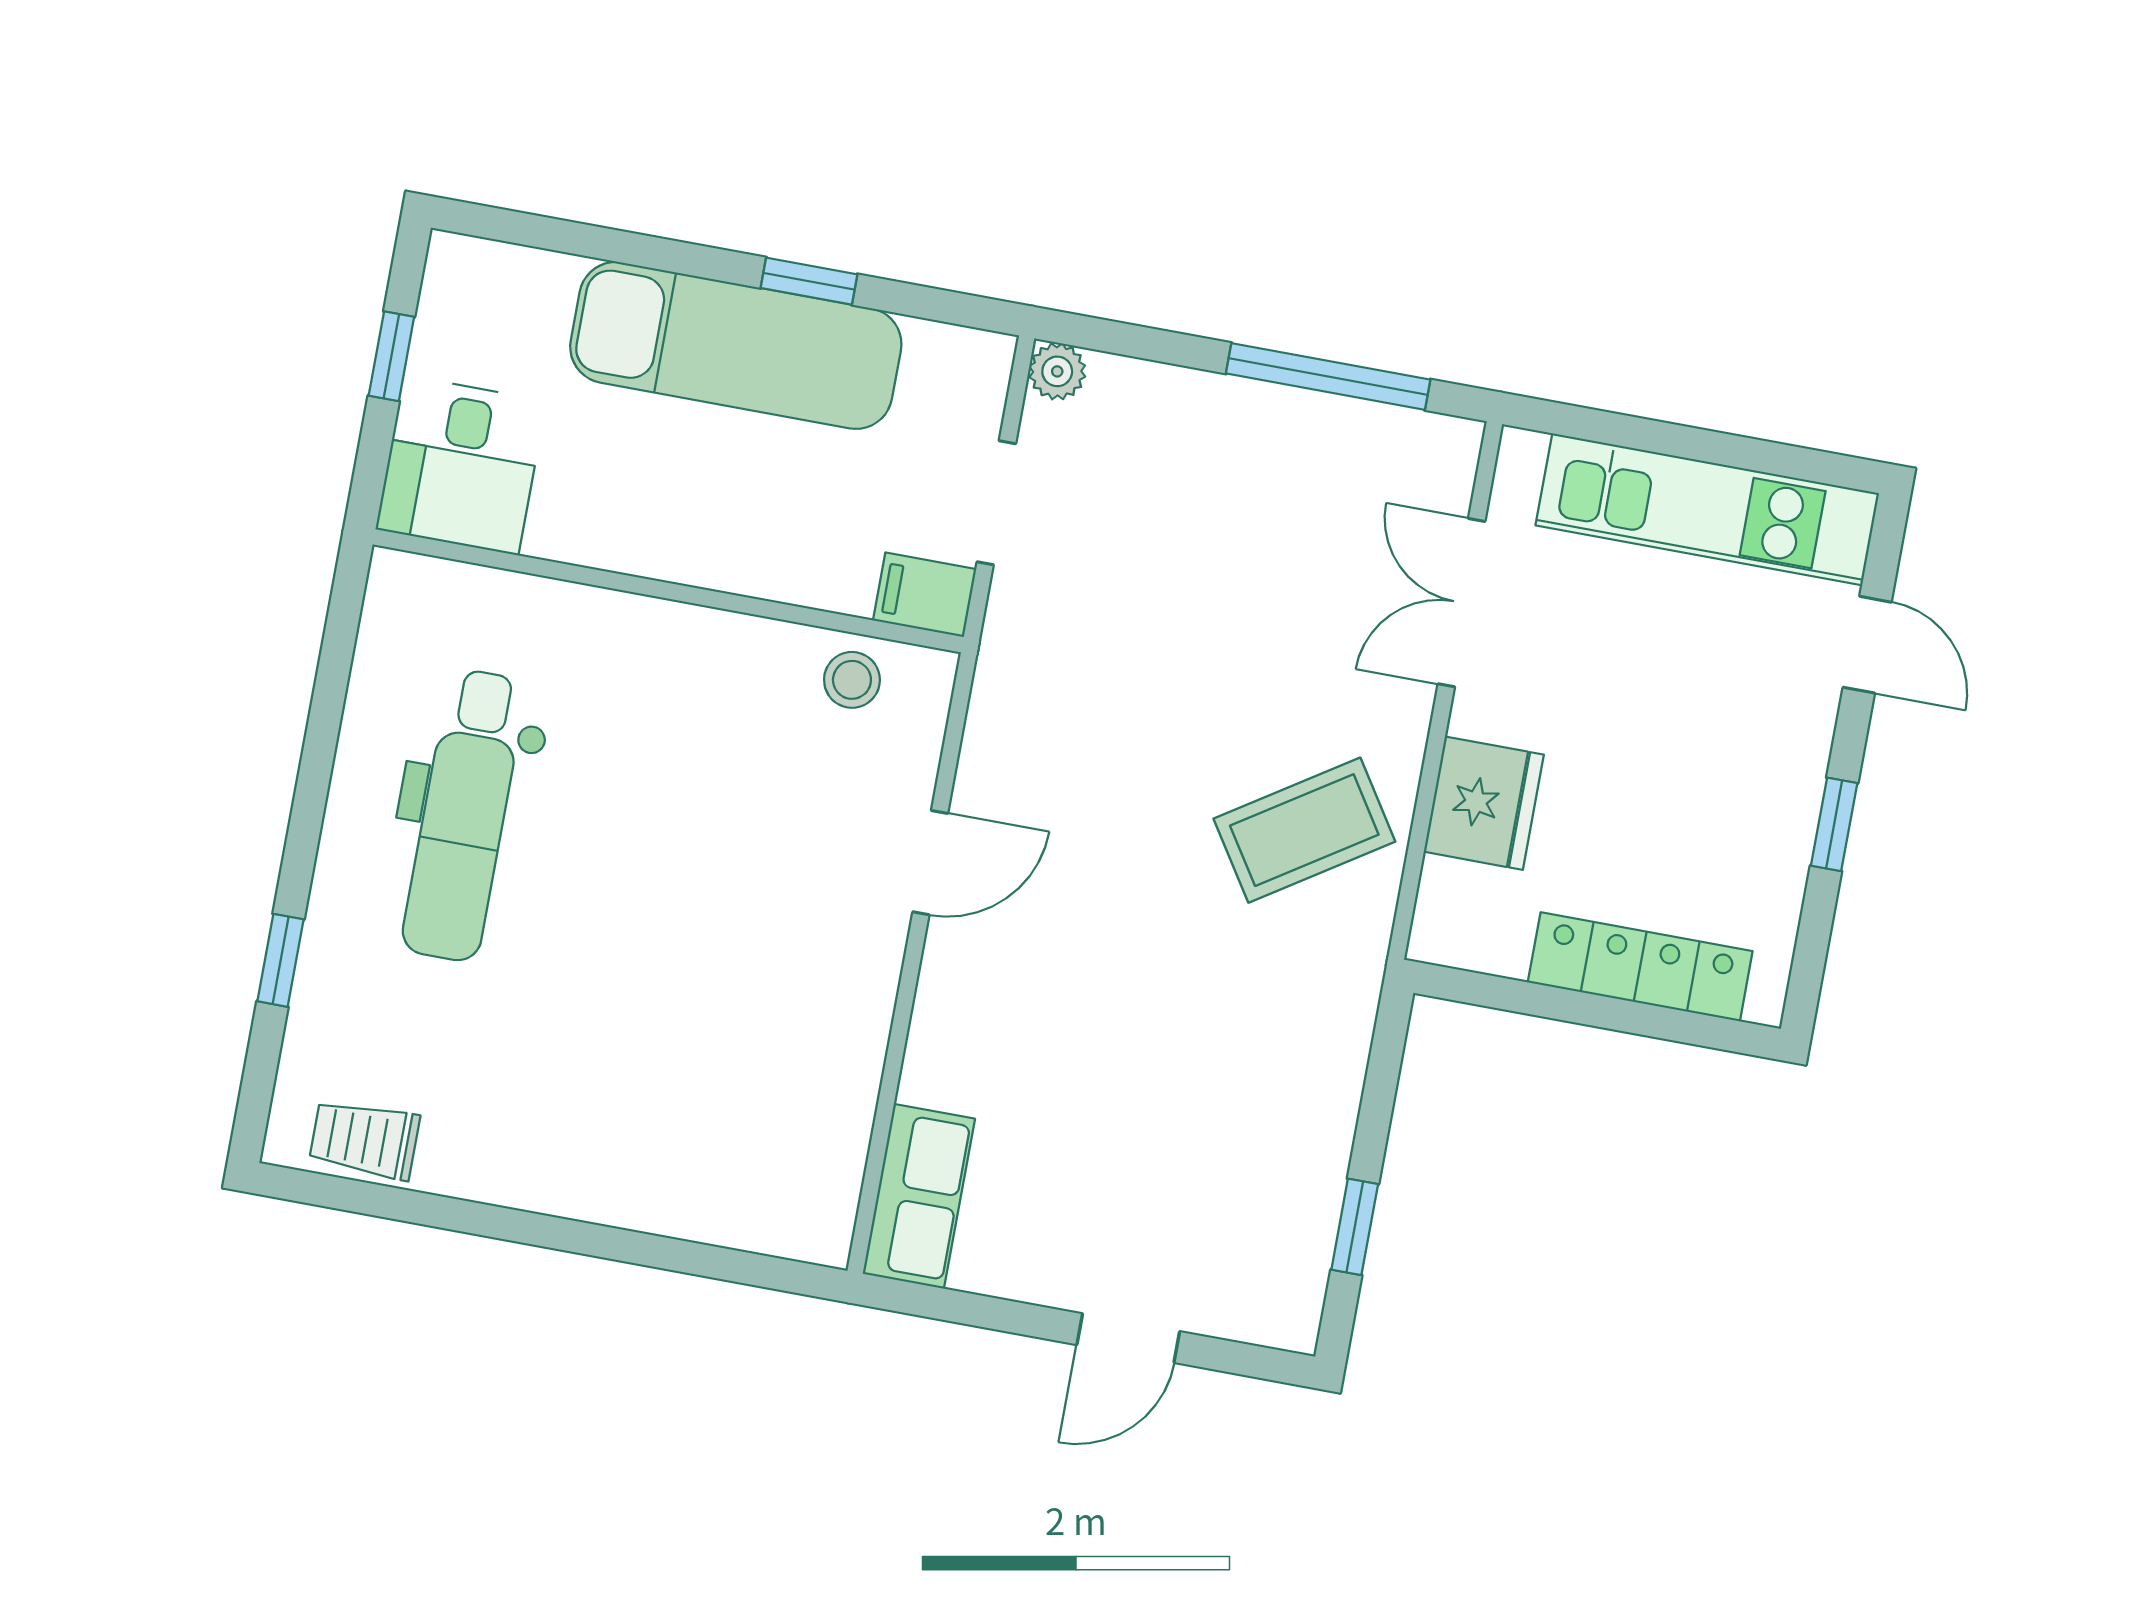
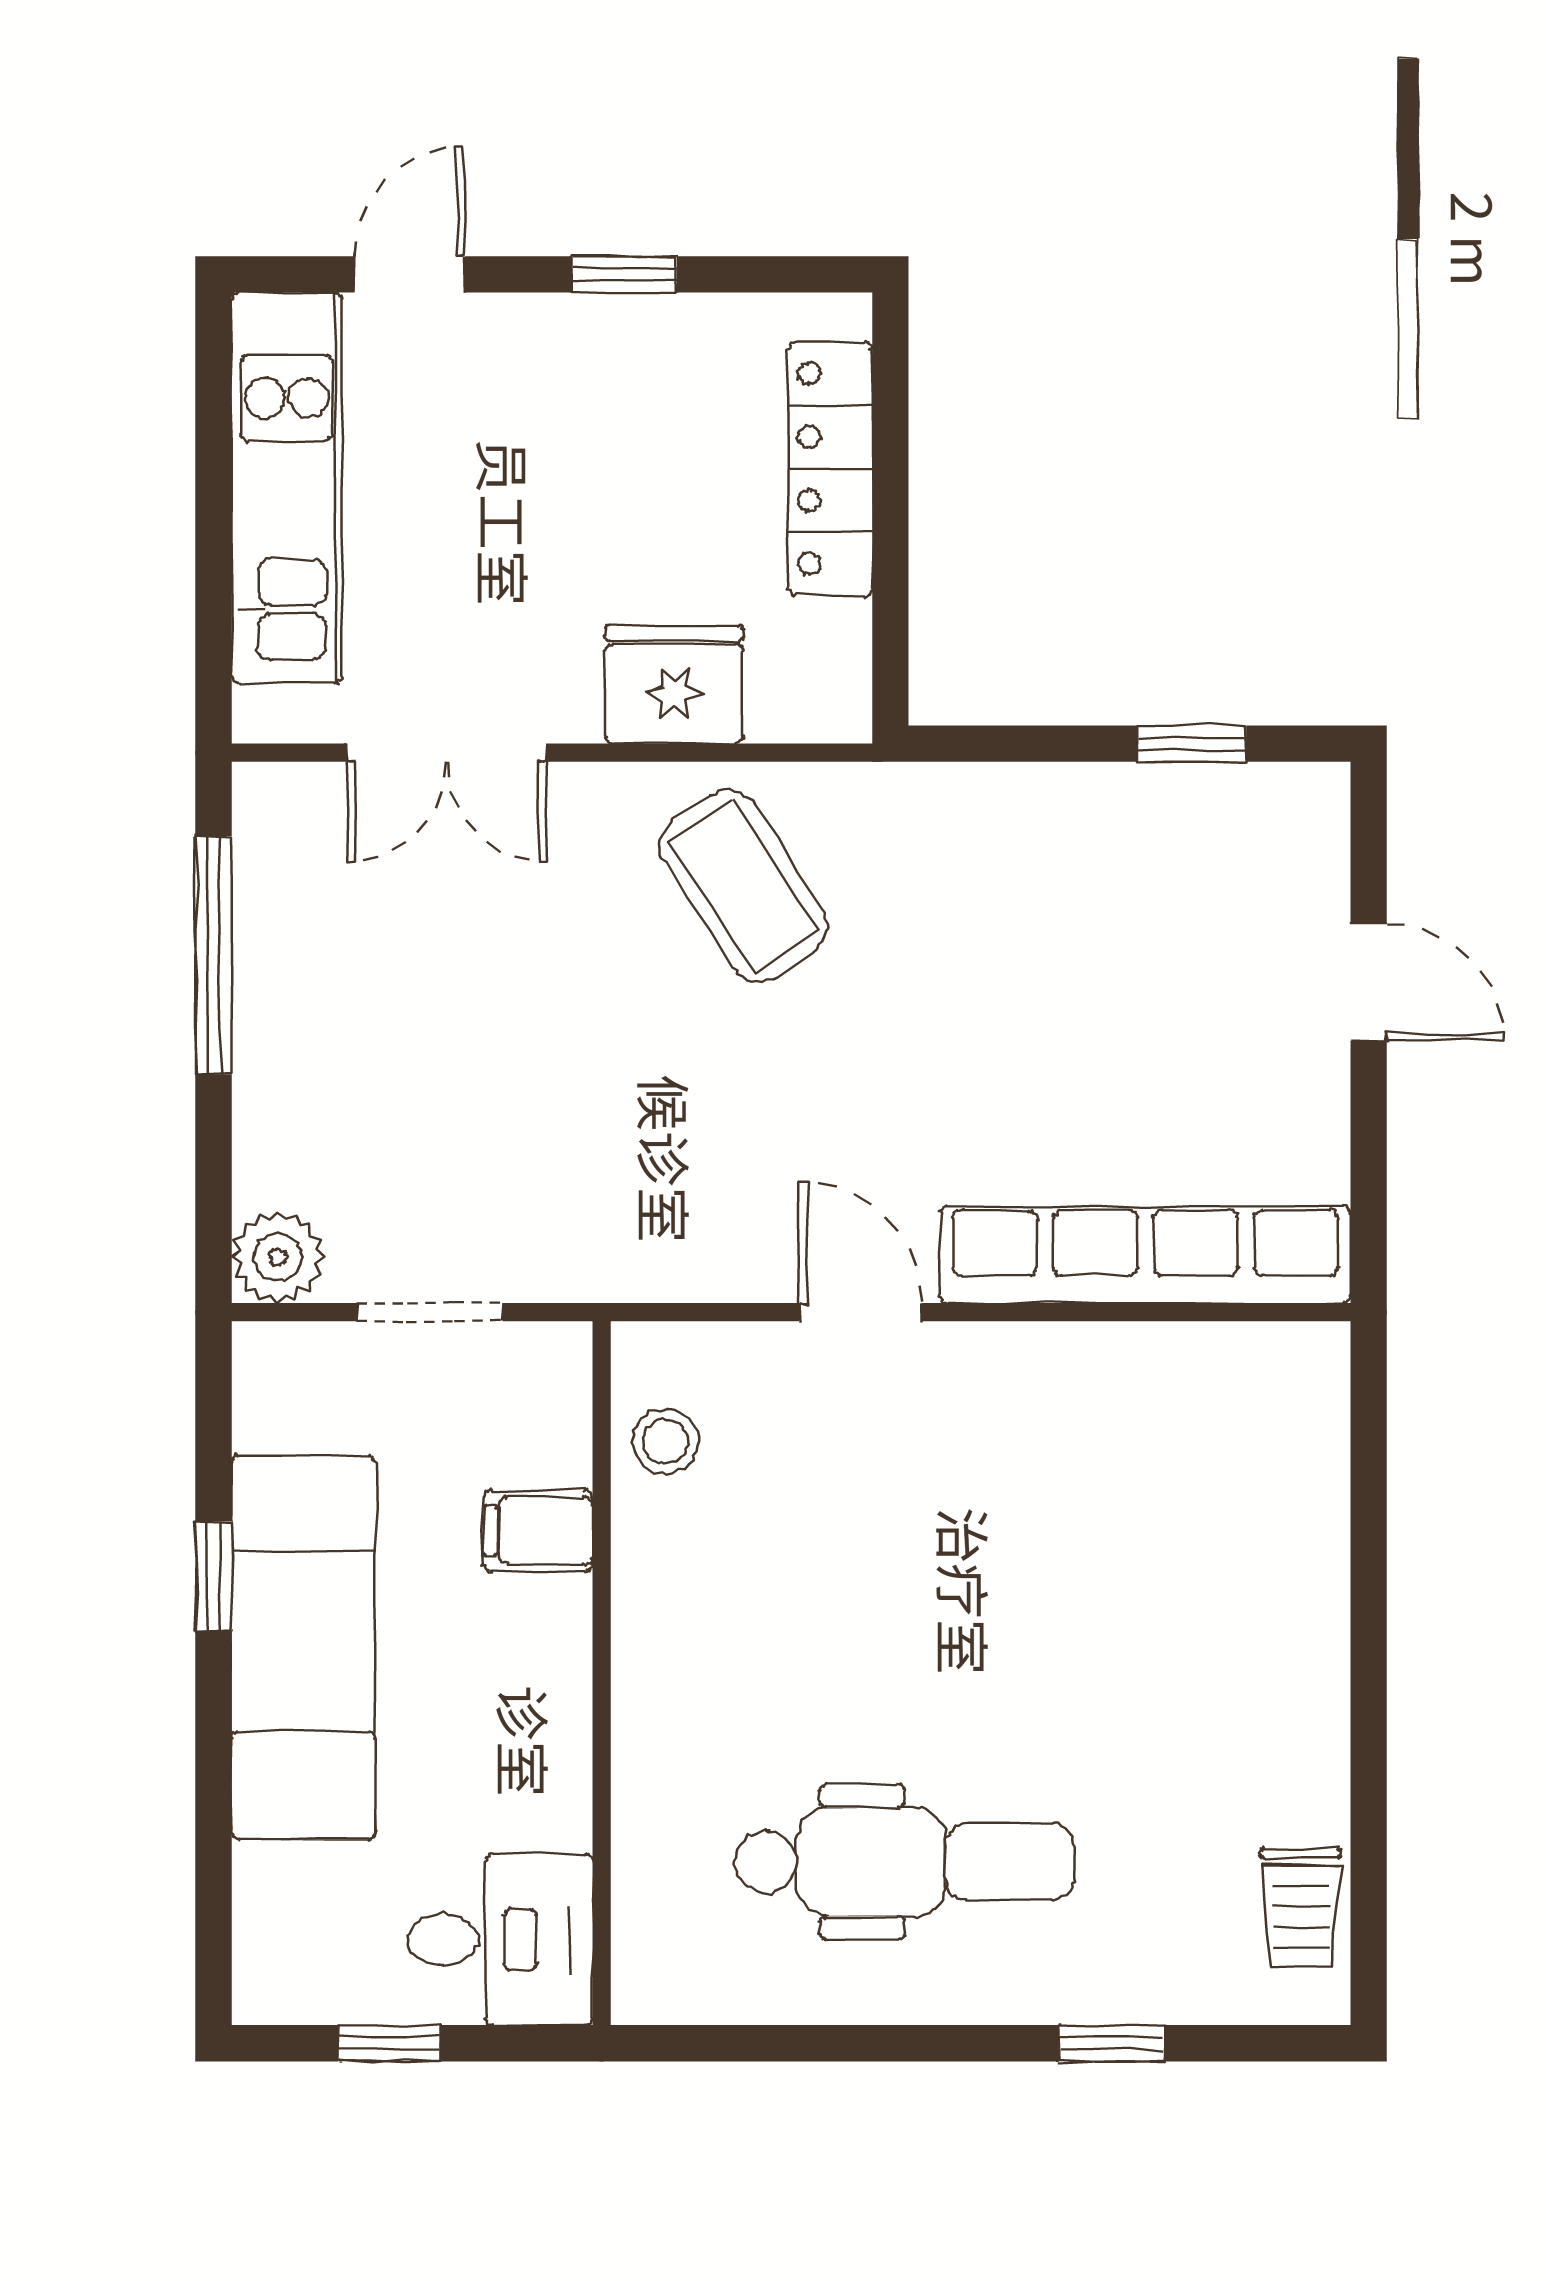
plant: (1057, 371) -> (278, 1257), width x1.38, depth x1.38
filing cabinet: (925, 595) -> (538, 1531), moved, turned 90
row of seats: (919, 1196) -> (1146, 1255), width x2.02

